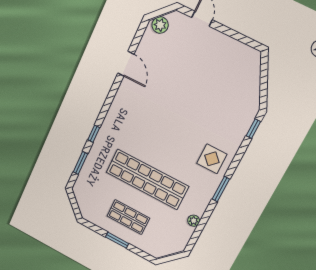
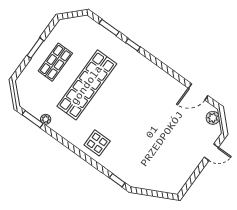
door: (126, 64) -> (198, 92), moved
window: (221, 189) -> (33, 119), moved

